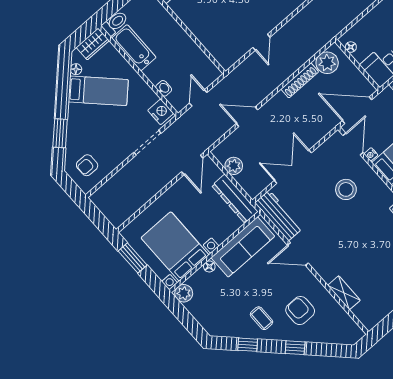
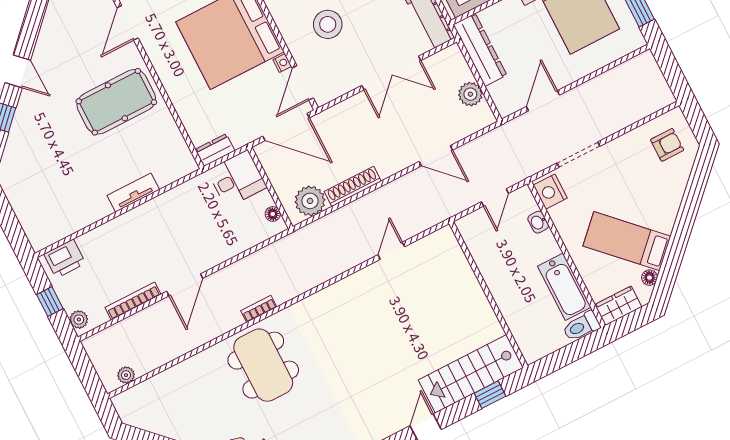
window: (60, 133) -> (693, 197), removed
door: (192, 165) -> (543, 101), moved

